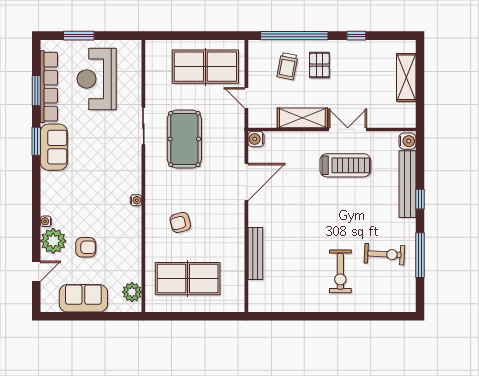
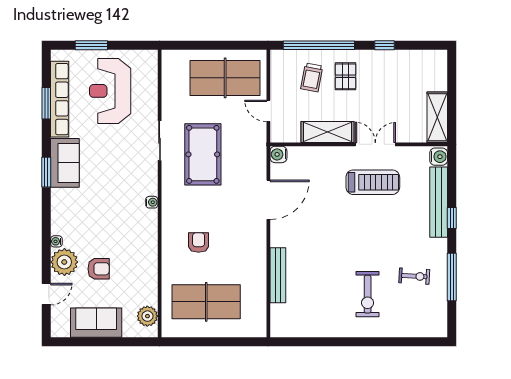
shelving: (406, 77) -> (437, 117), moved
window: (36, 141) -> (46, 172), moved
water cooler: (136, 200) -> (152, 202), moved
armchair: (180, 222) -> (199, 243), turned 105
exercise bike: (384, 254) -> (414, 276), width x0.73, depth x0.72

